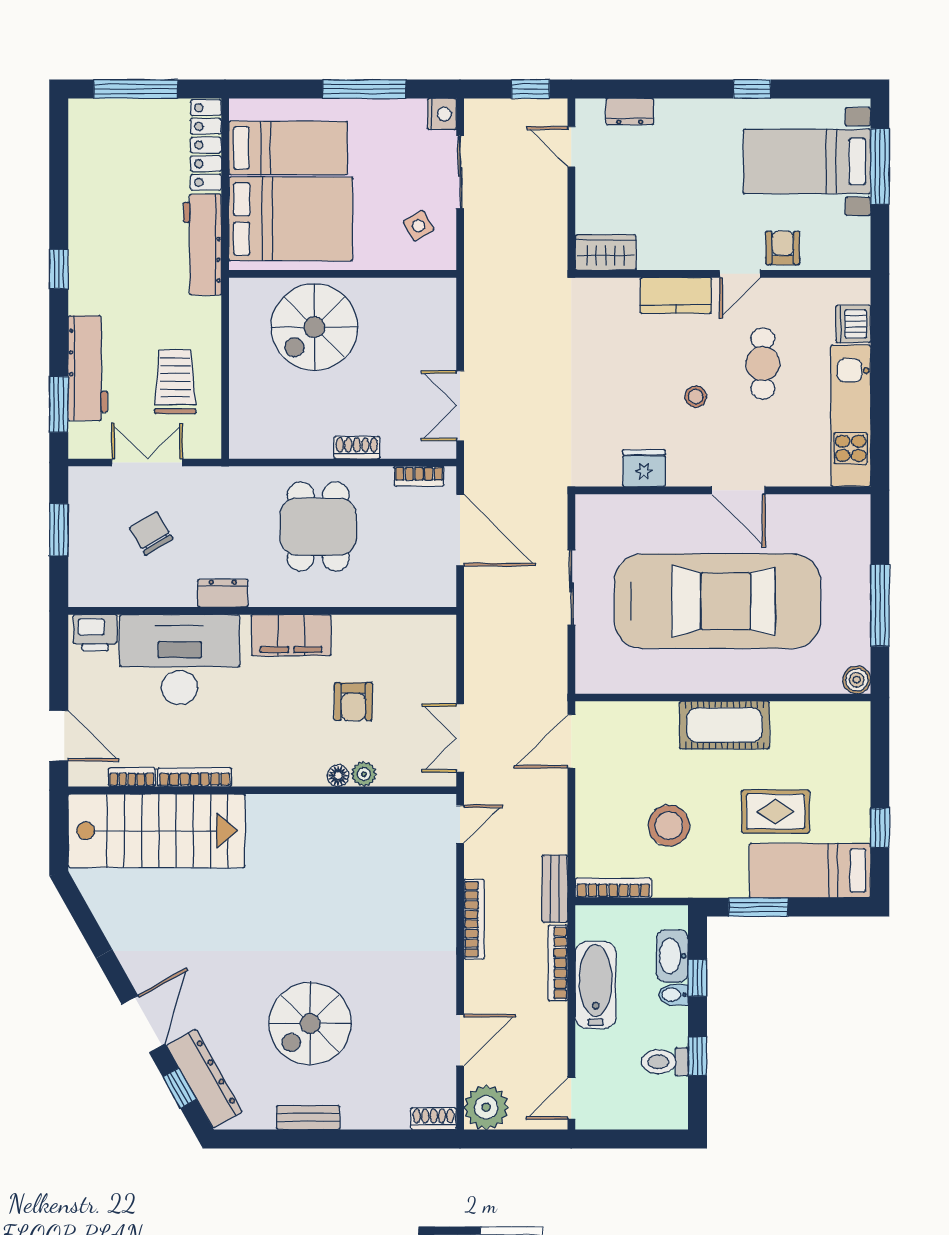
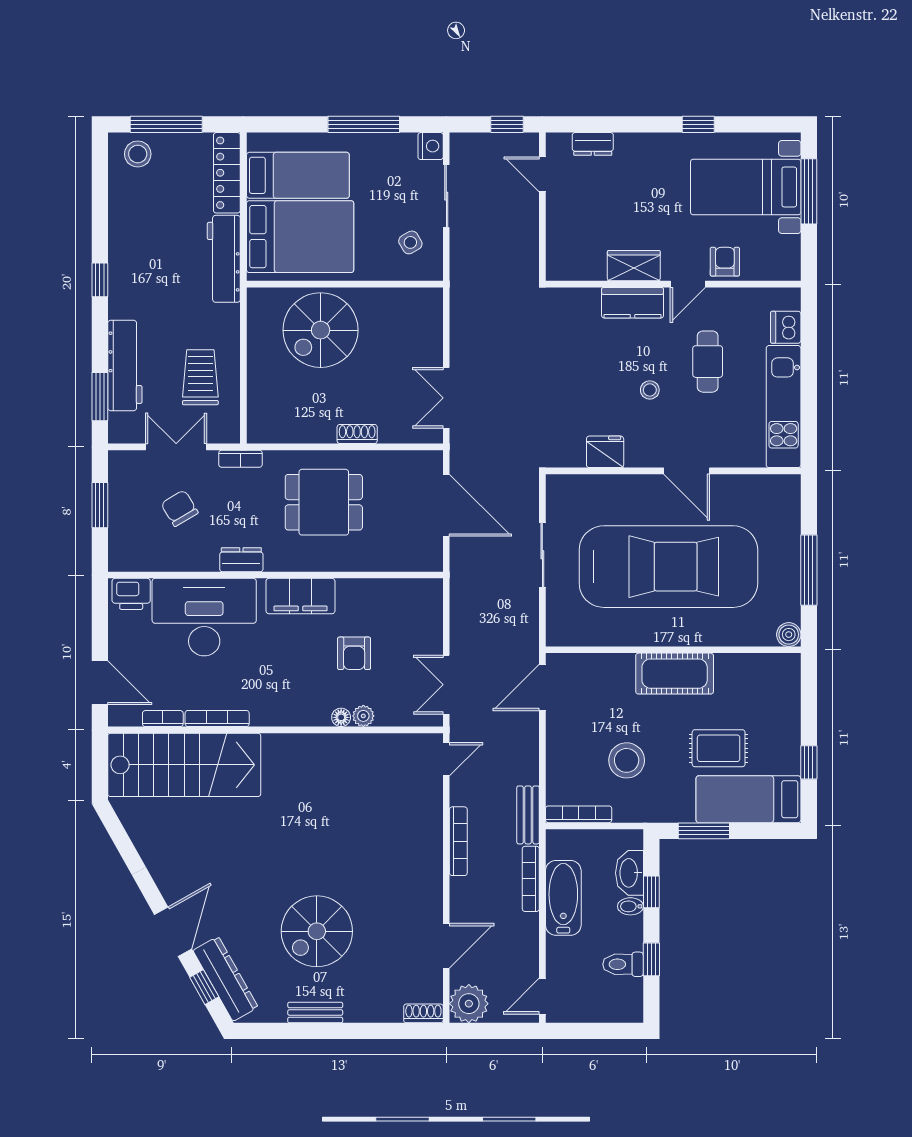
stool: (103, 123) -> (138, 154), added
wardrobe: (606, 252) -> (634, 266), moved
bookcase: (419, 476) -> (240, 459), moved
dining table: (318, 527) -> (324, 502), turned 90

